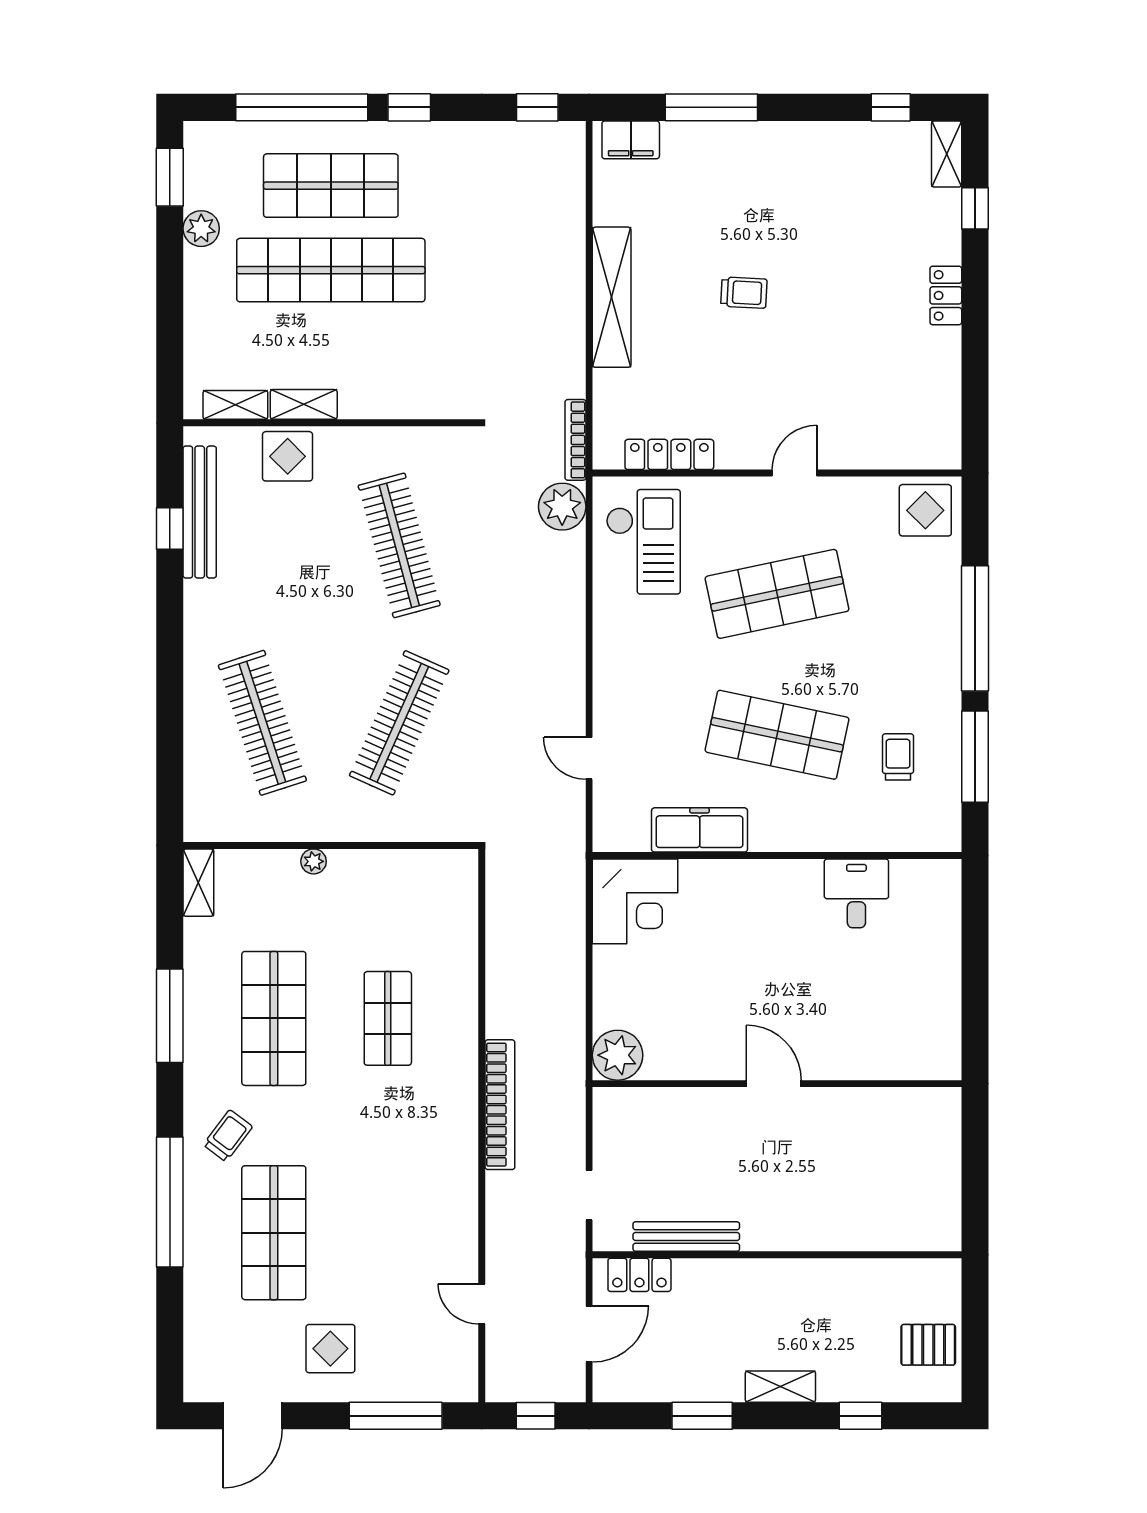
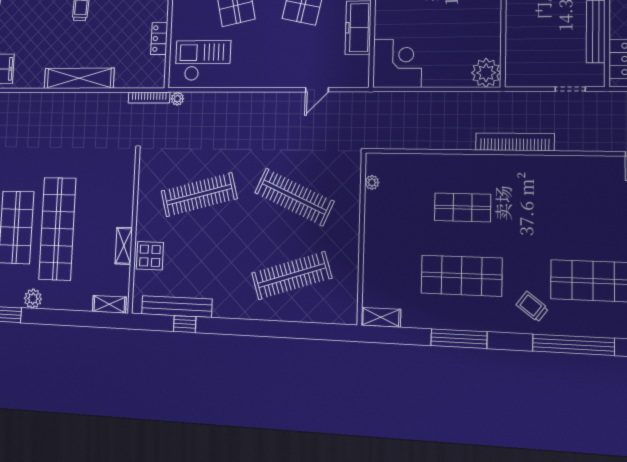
shelving: (235, 405) -> (109, 304), moved, turned 90
locker: (669, 454) -> (159, 38), width x0.66
plant: (562, 507) -> (177, 99), width x0.53, depth x0.53
plant: (314, 861) -> (372, 182), moved

